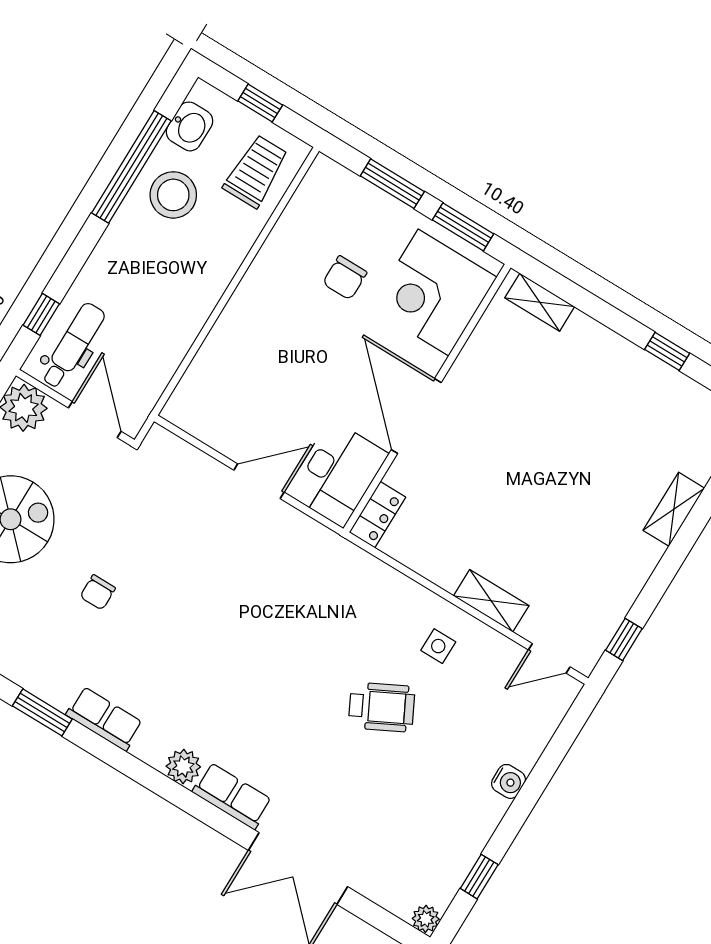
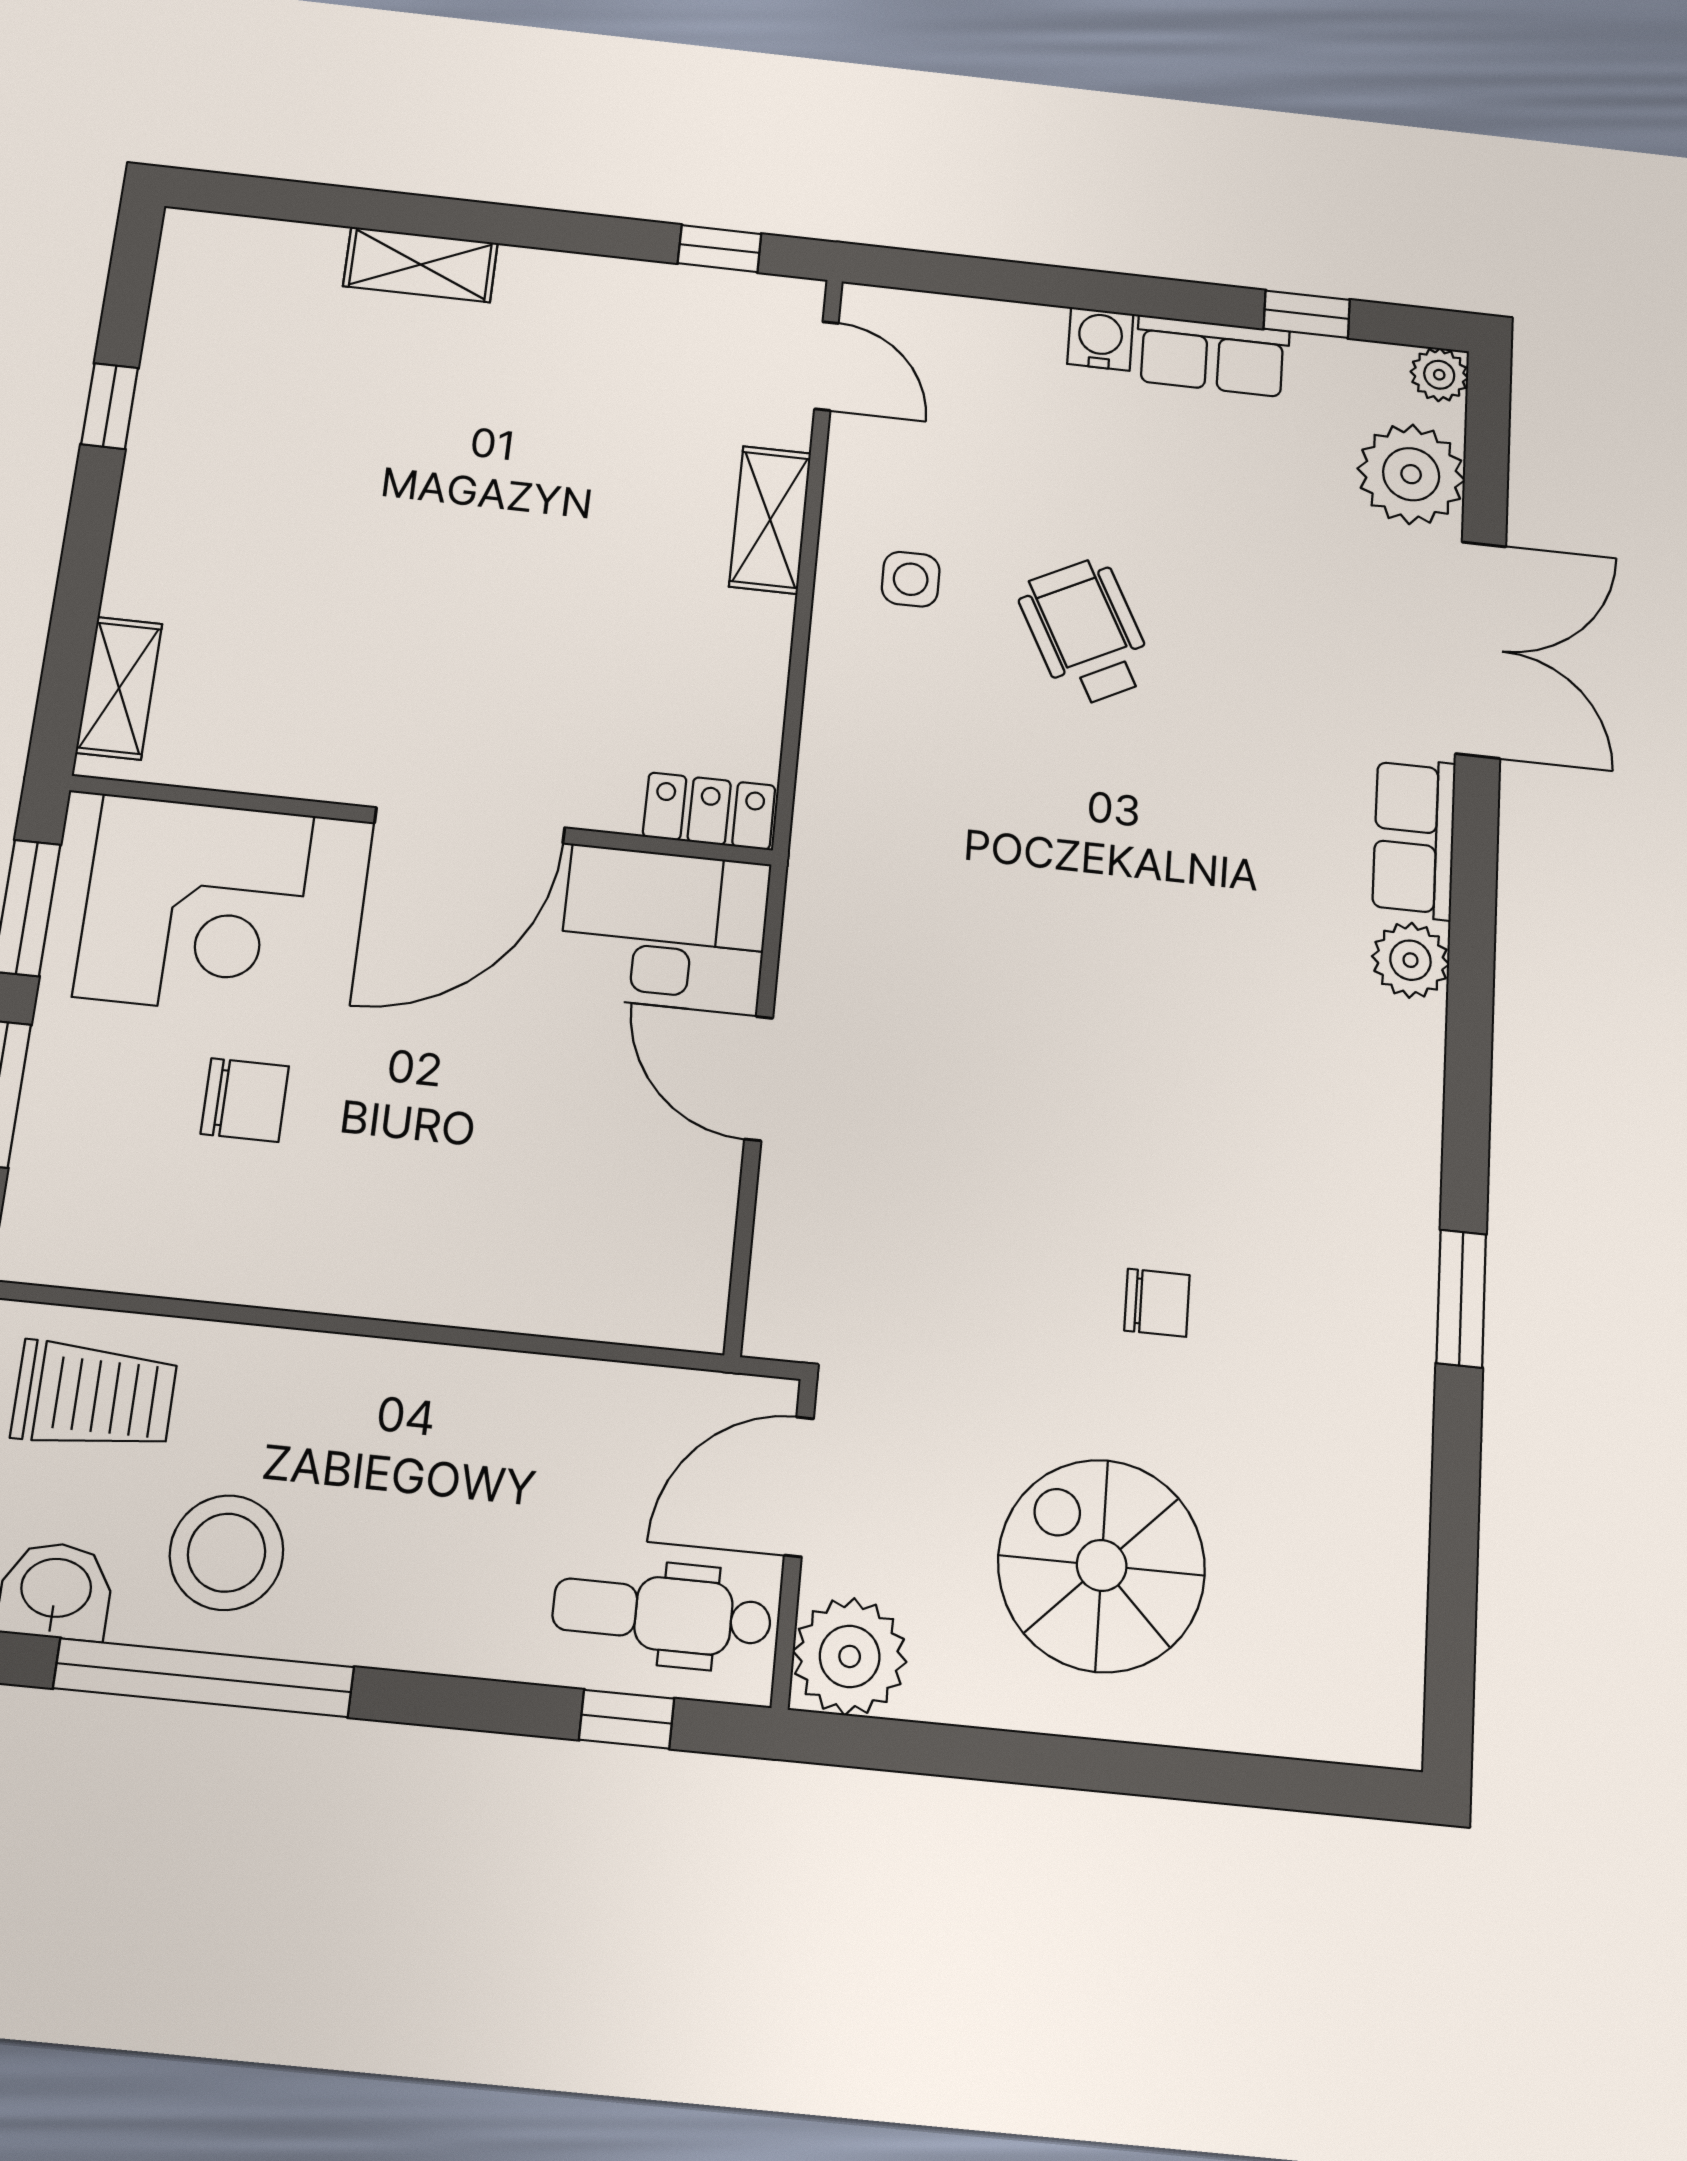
trolley: (256, 171) -> (94, 1396), turned 180
row of seats: (104, 719) -> (1212, 356), moved, turned -90
plant: (387, 882) -> (1411, 474), added

